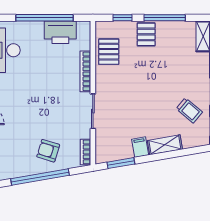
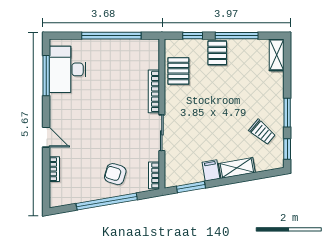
printer: (60, 32) -> (128, 51), removed

